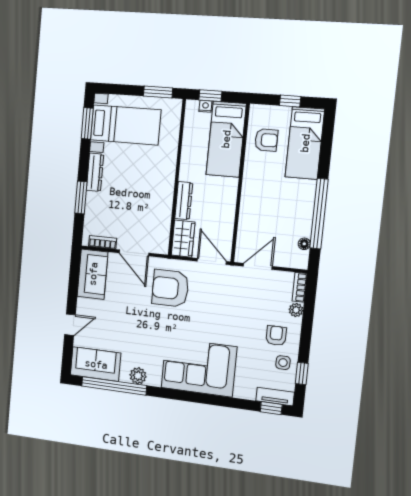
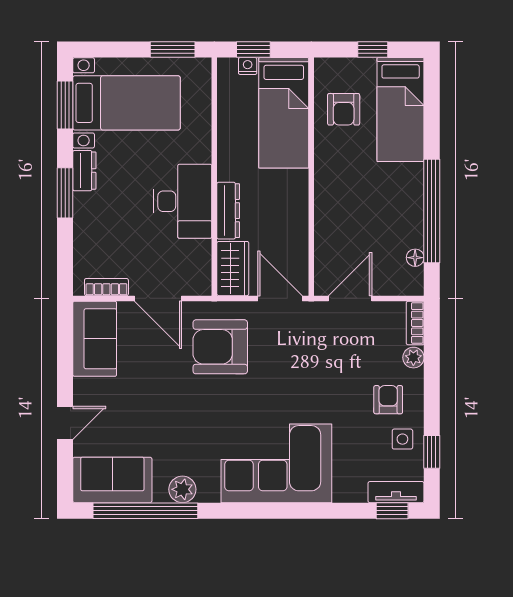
armchair: (266, 140) -> (344, 109), turned 90
dresser: (95, 172) -> (84, 171), width x0.70
desk: (155, 192) -> (183, 201), added
window: (81, 197) -> (65, 193), moved

